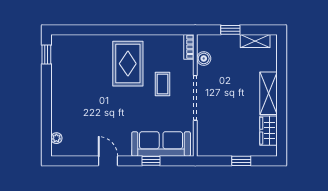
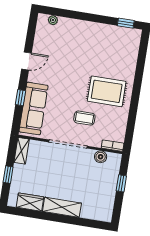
shelving: (255, 41) -> (22, 151), moved

